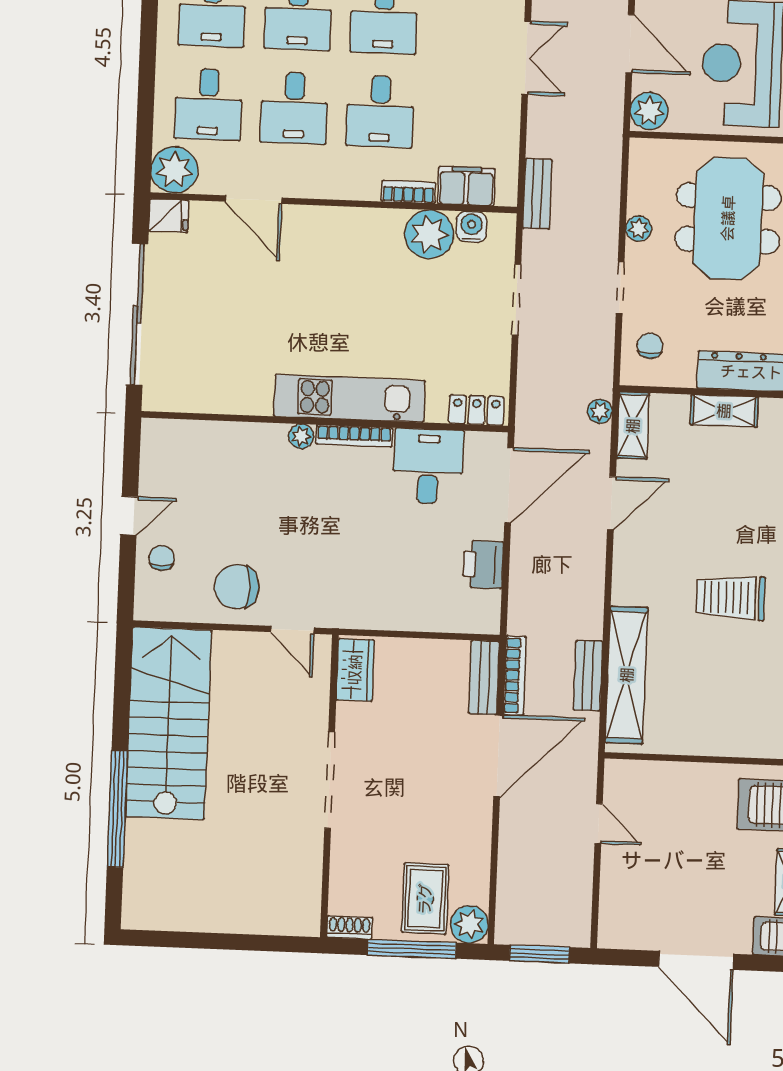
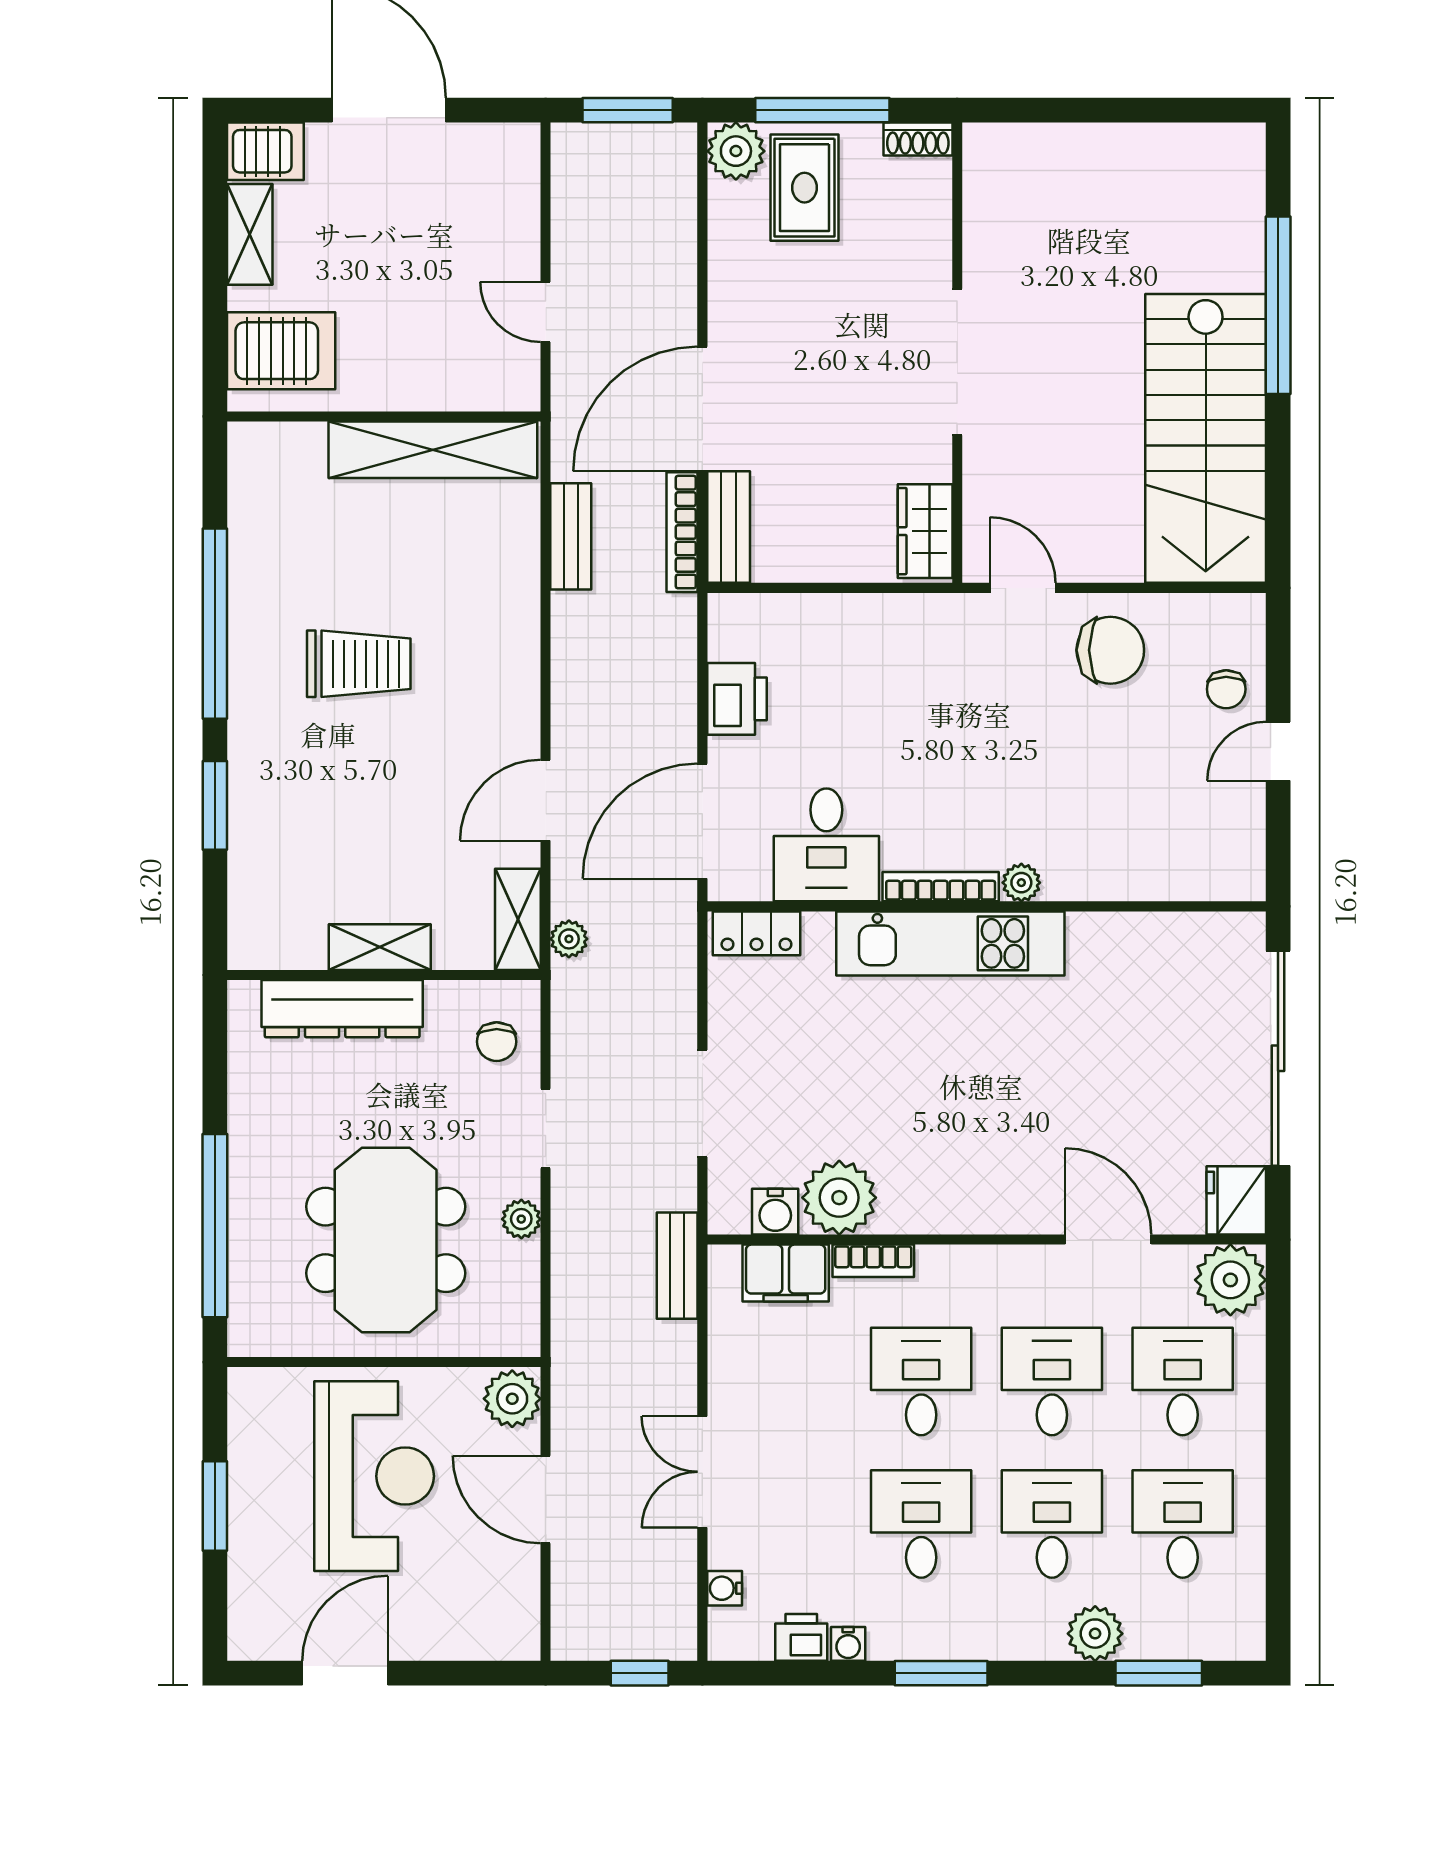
fridge: (169, 216) -> (1236, 1200), width x1.38
shelving: (627, 675) -> (433, 450), moved, turned 90

